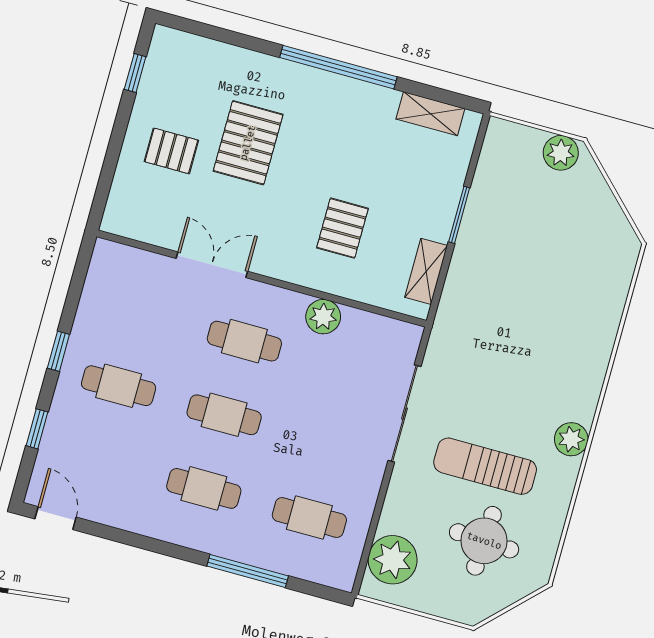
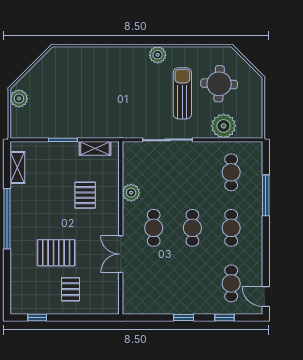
pallet: (342, 228) -> (85, 195), turned 90
cafe table: (119, 386) -> (231, 283), moved
sun lounger: (485, 466) -> (182, 93), turned 180
door: (55, 518) -> (266, 296), hinge flipped
plant: (393, 560) -> (224, 126), moved

